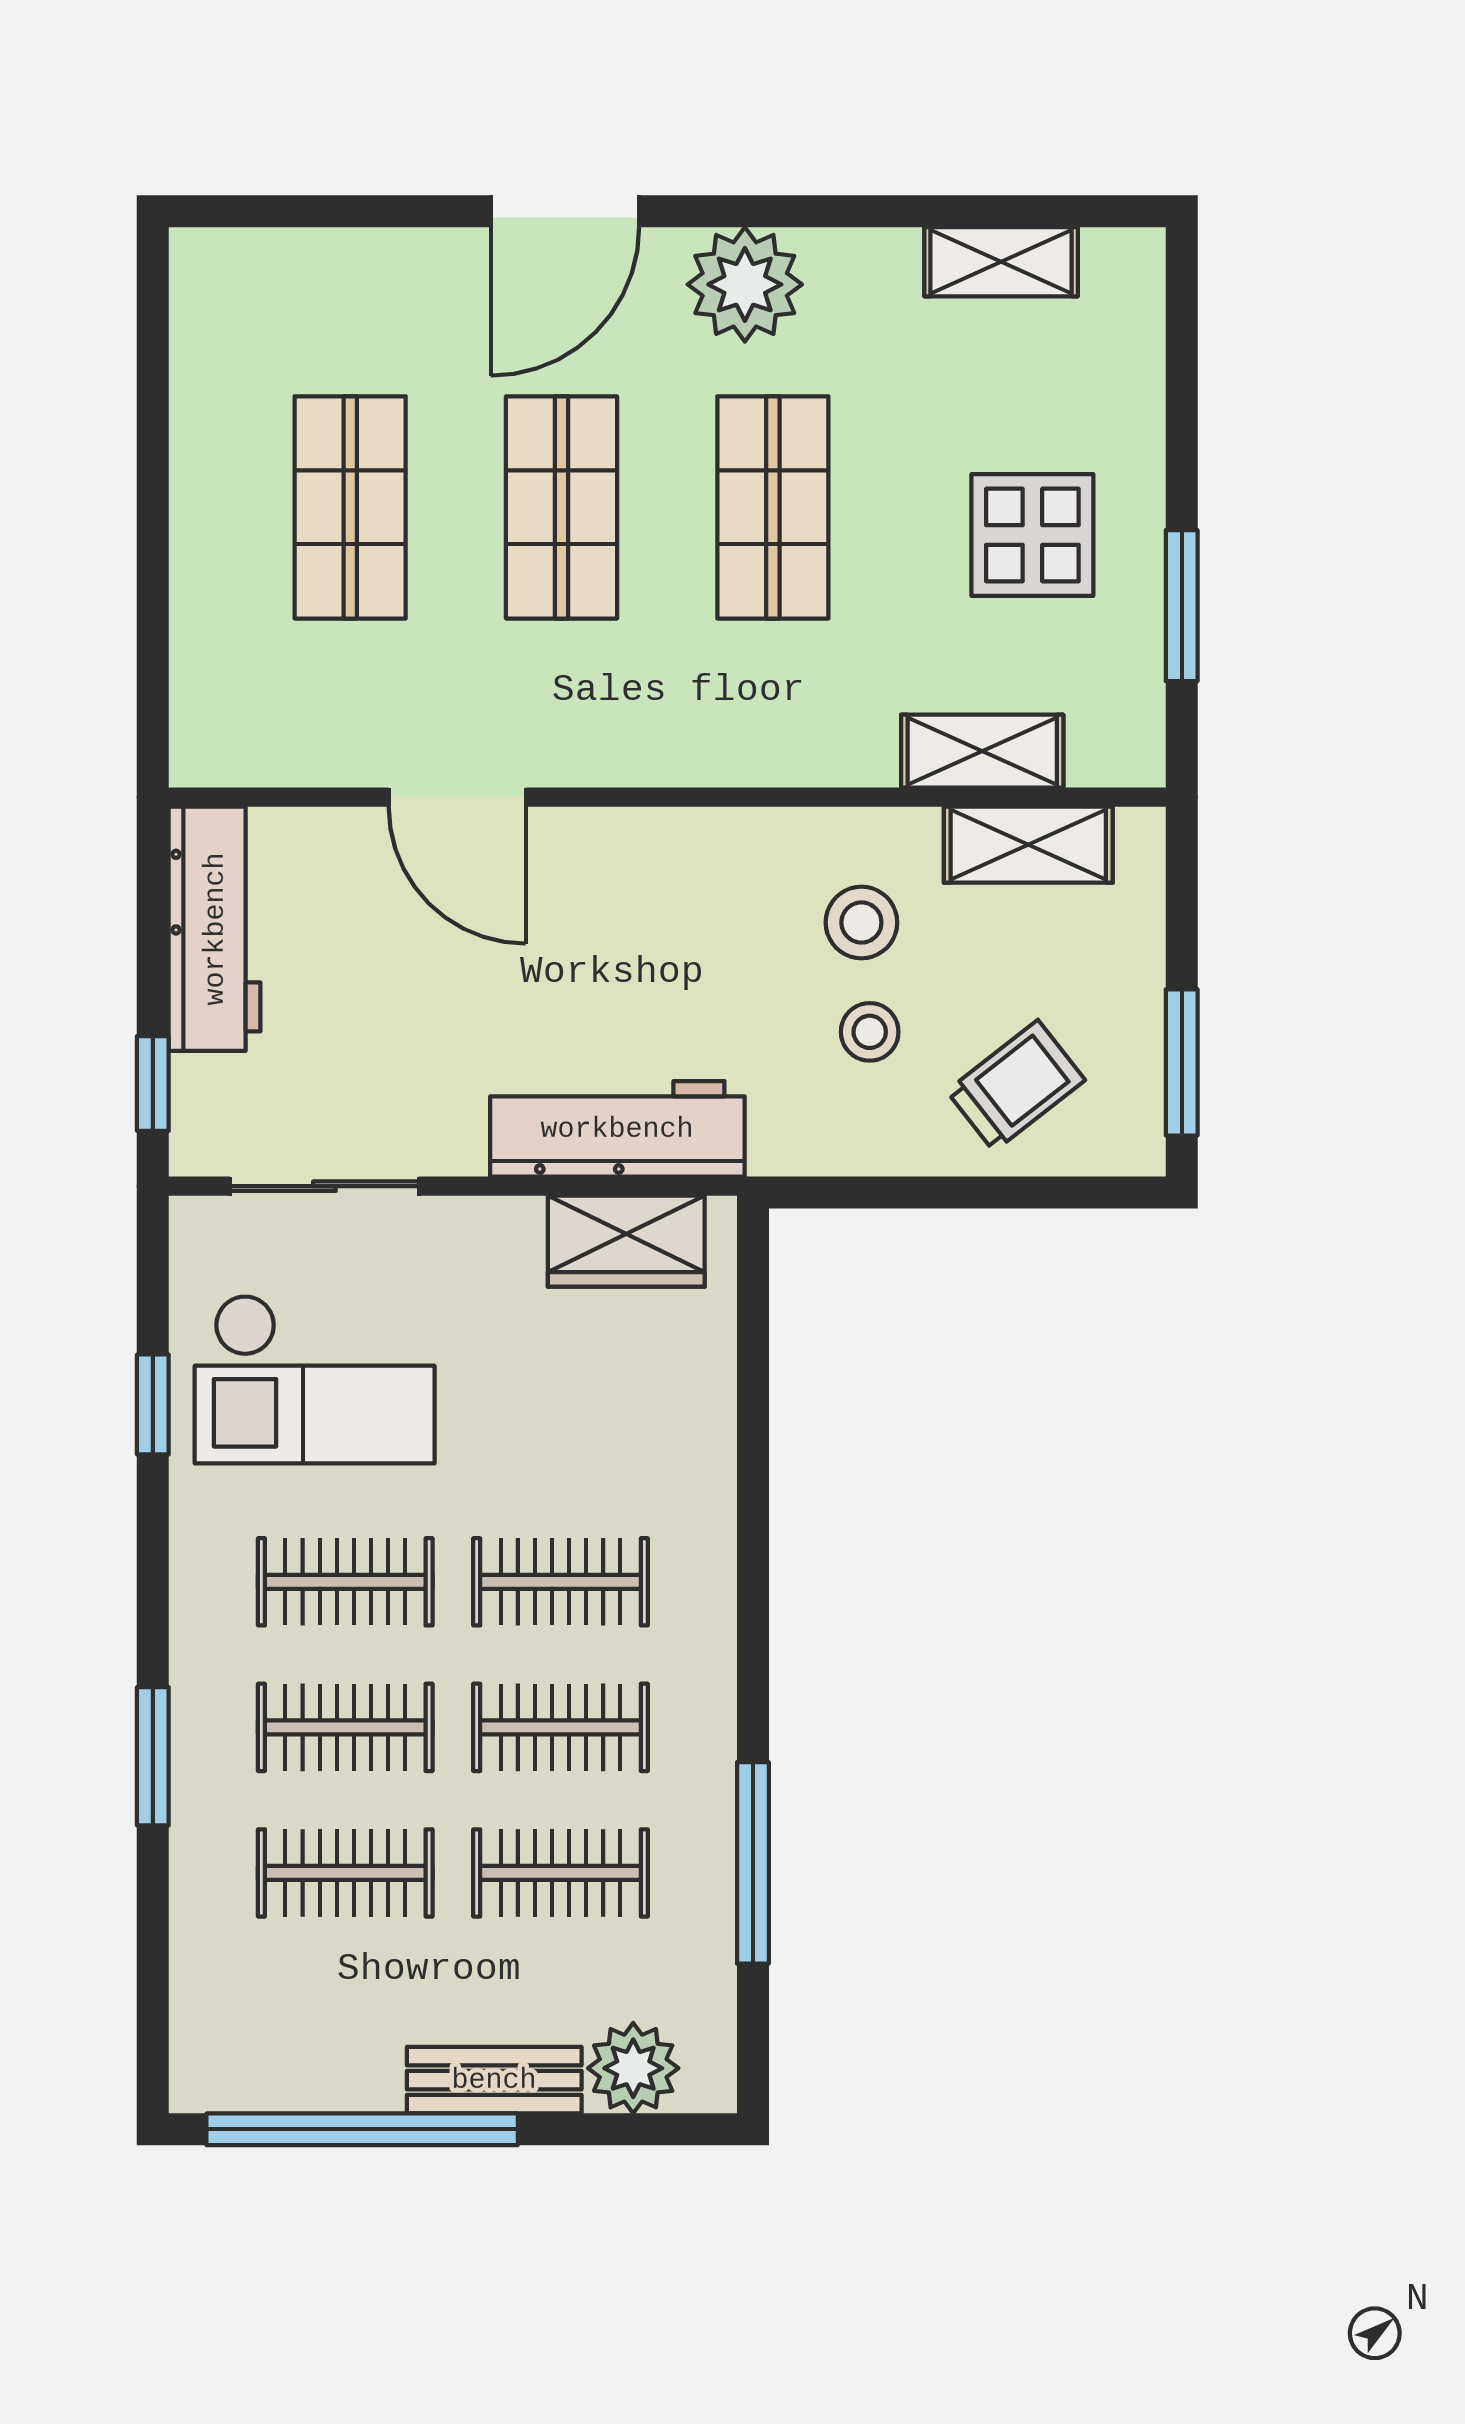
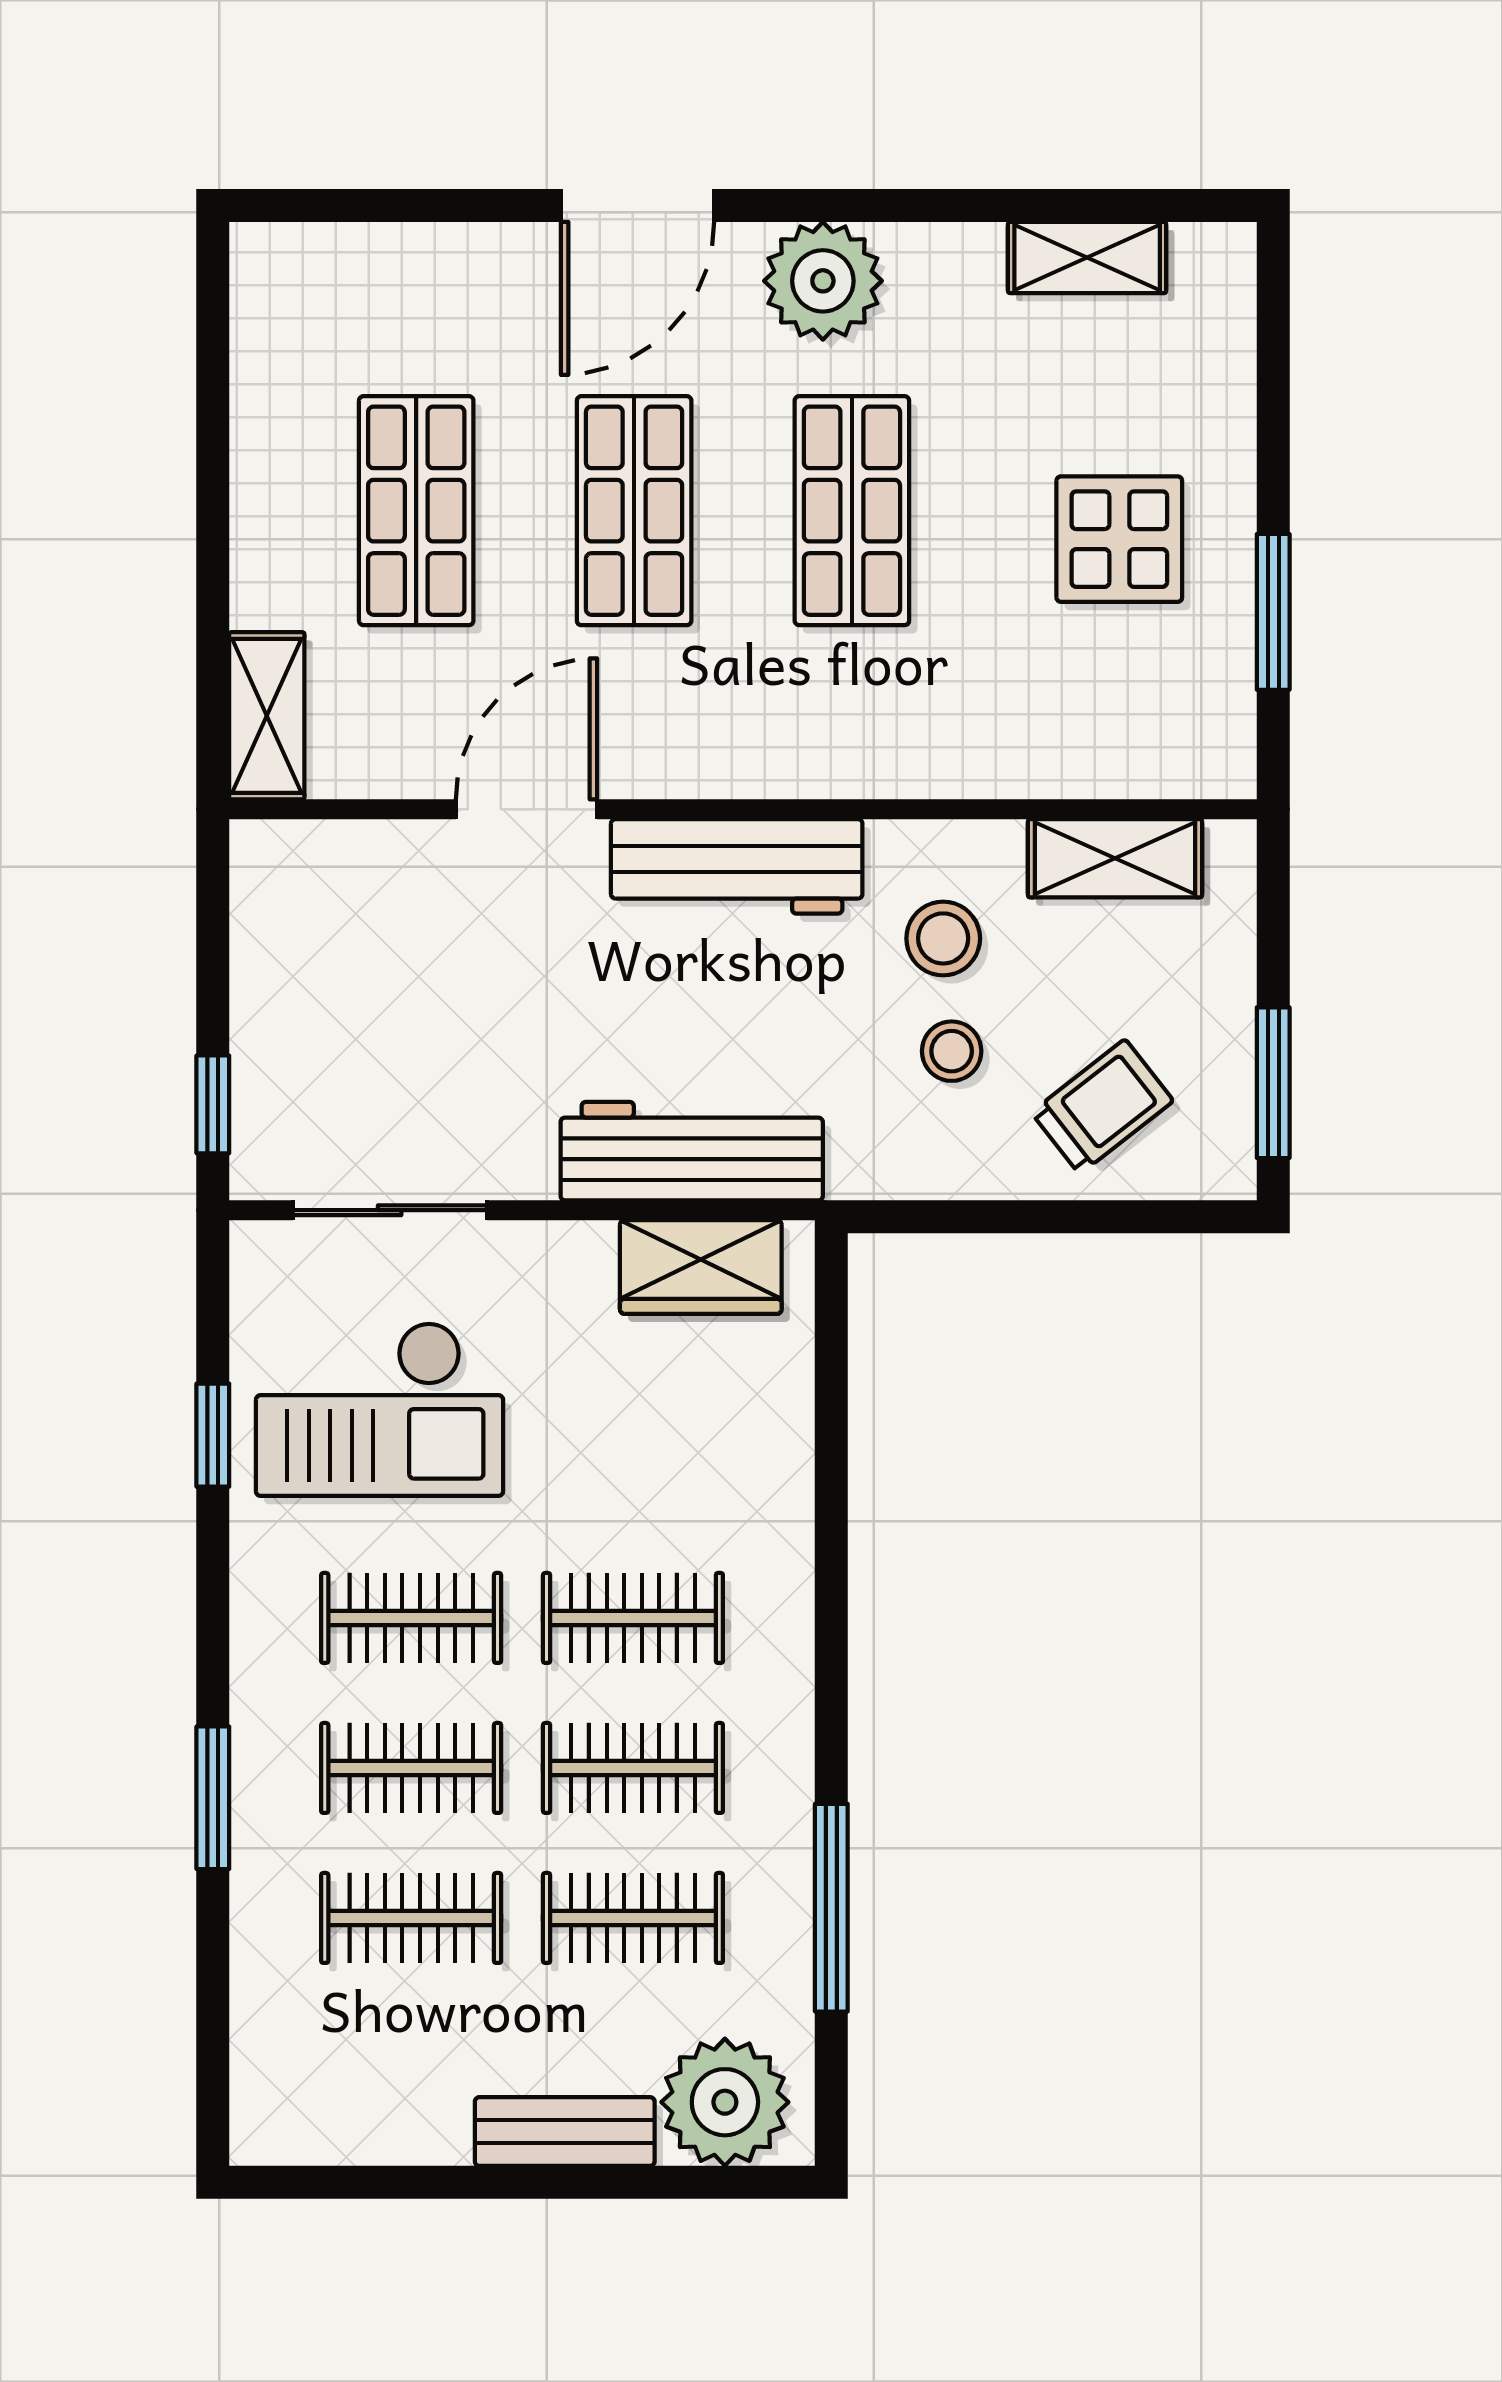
shelving: (982, 751) -> (267, 716), moved, turned 90
door: (457, 797) -> (526, 809), swing flipped
workbench: (215, 929) -> (737, 866), moved, turned 90
plant: (633, 2068) -> (725, 2102), width x1.36, depth x1.36
window: (362, 2129) -> (428, 2182), removed

